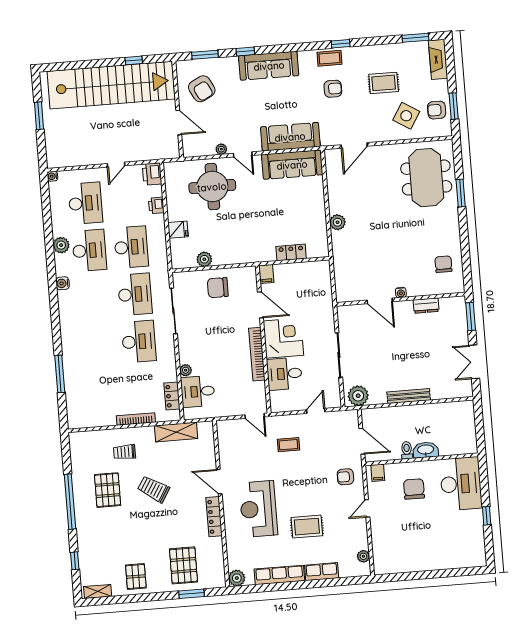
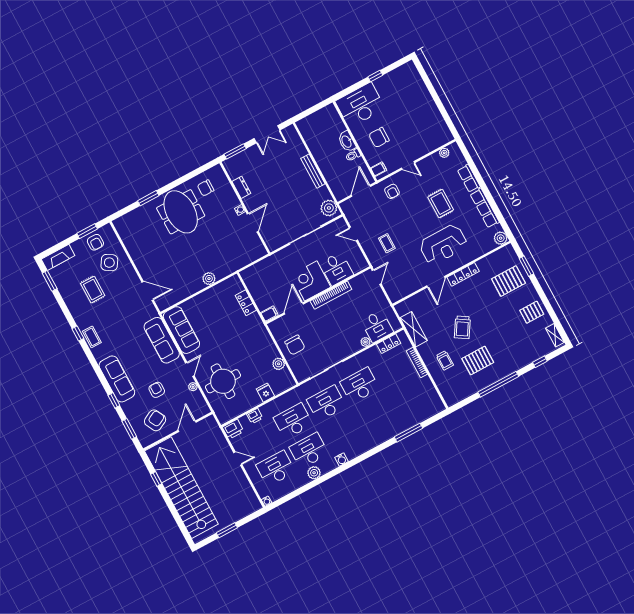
armchair: (333, 89) -> (157, 390), moved
meeting table: (426, 178) -> (181, 212), moved, turned 90

